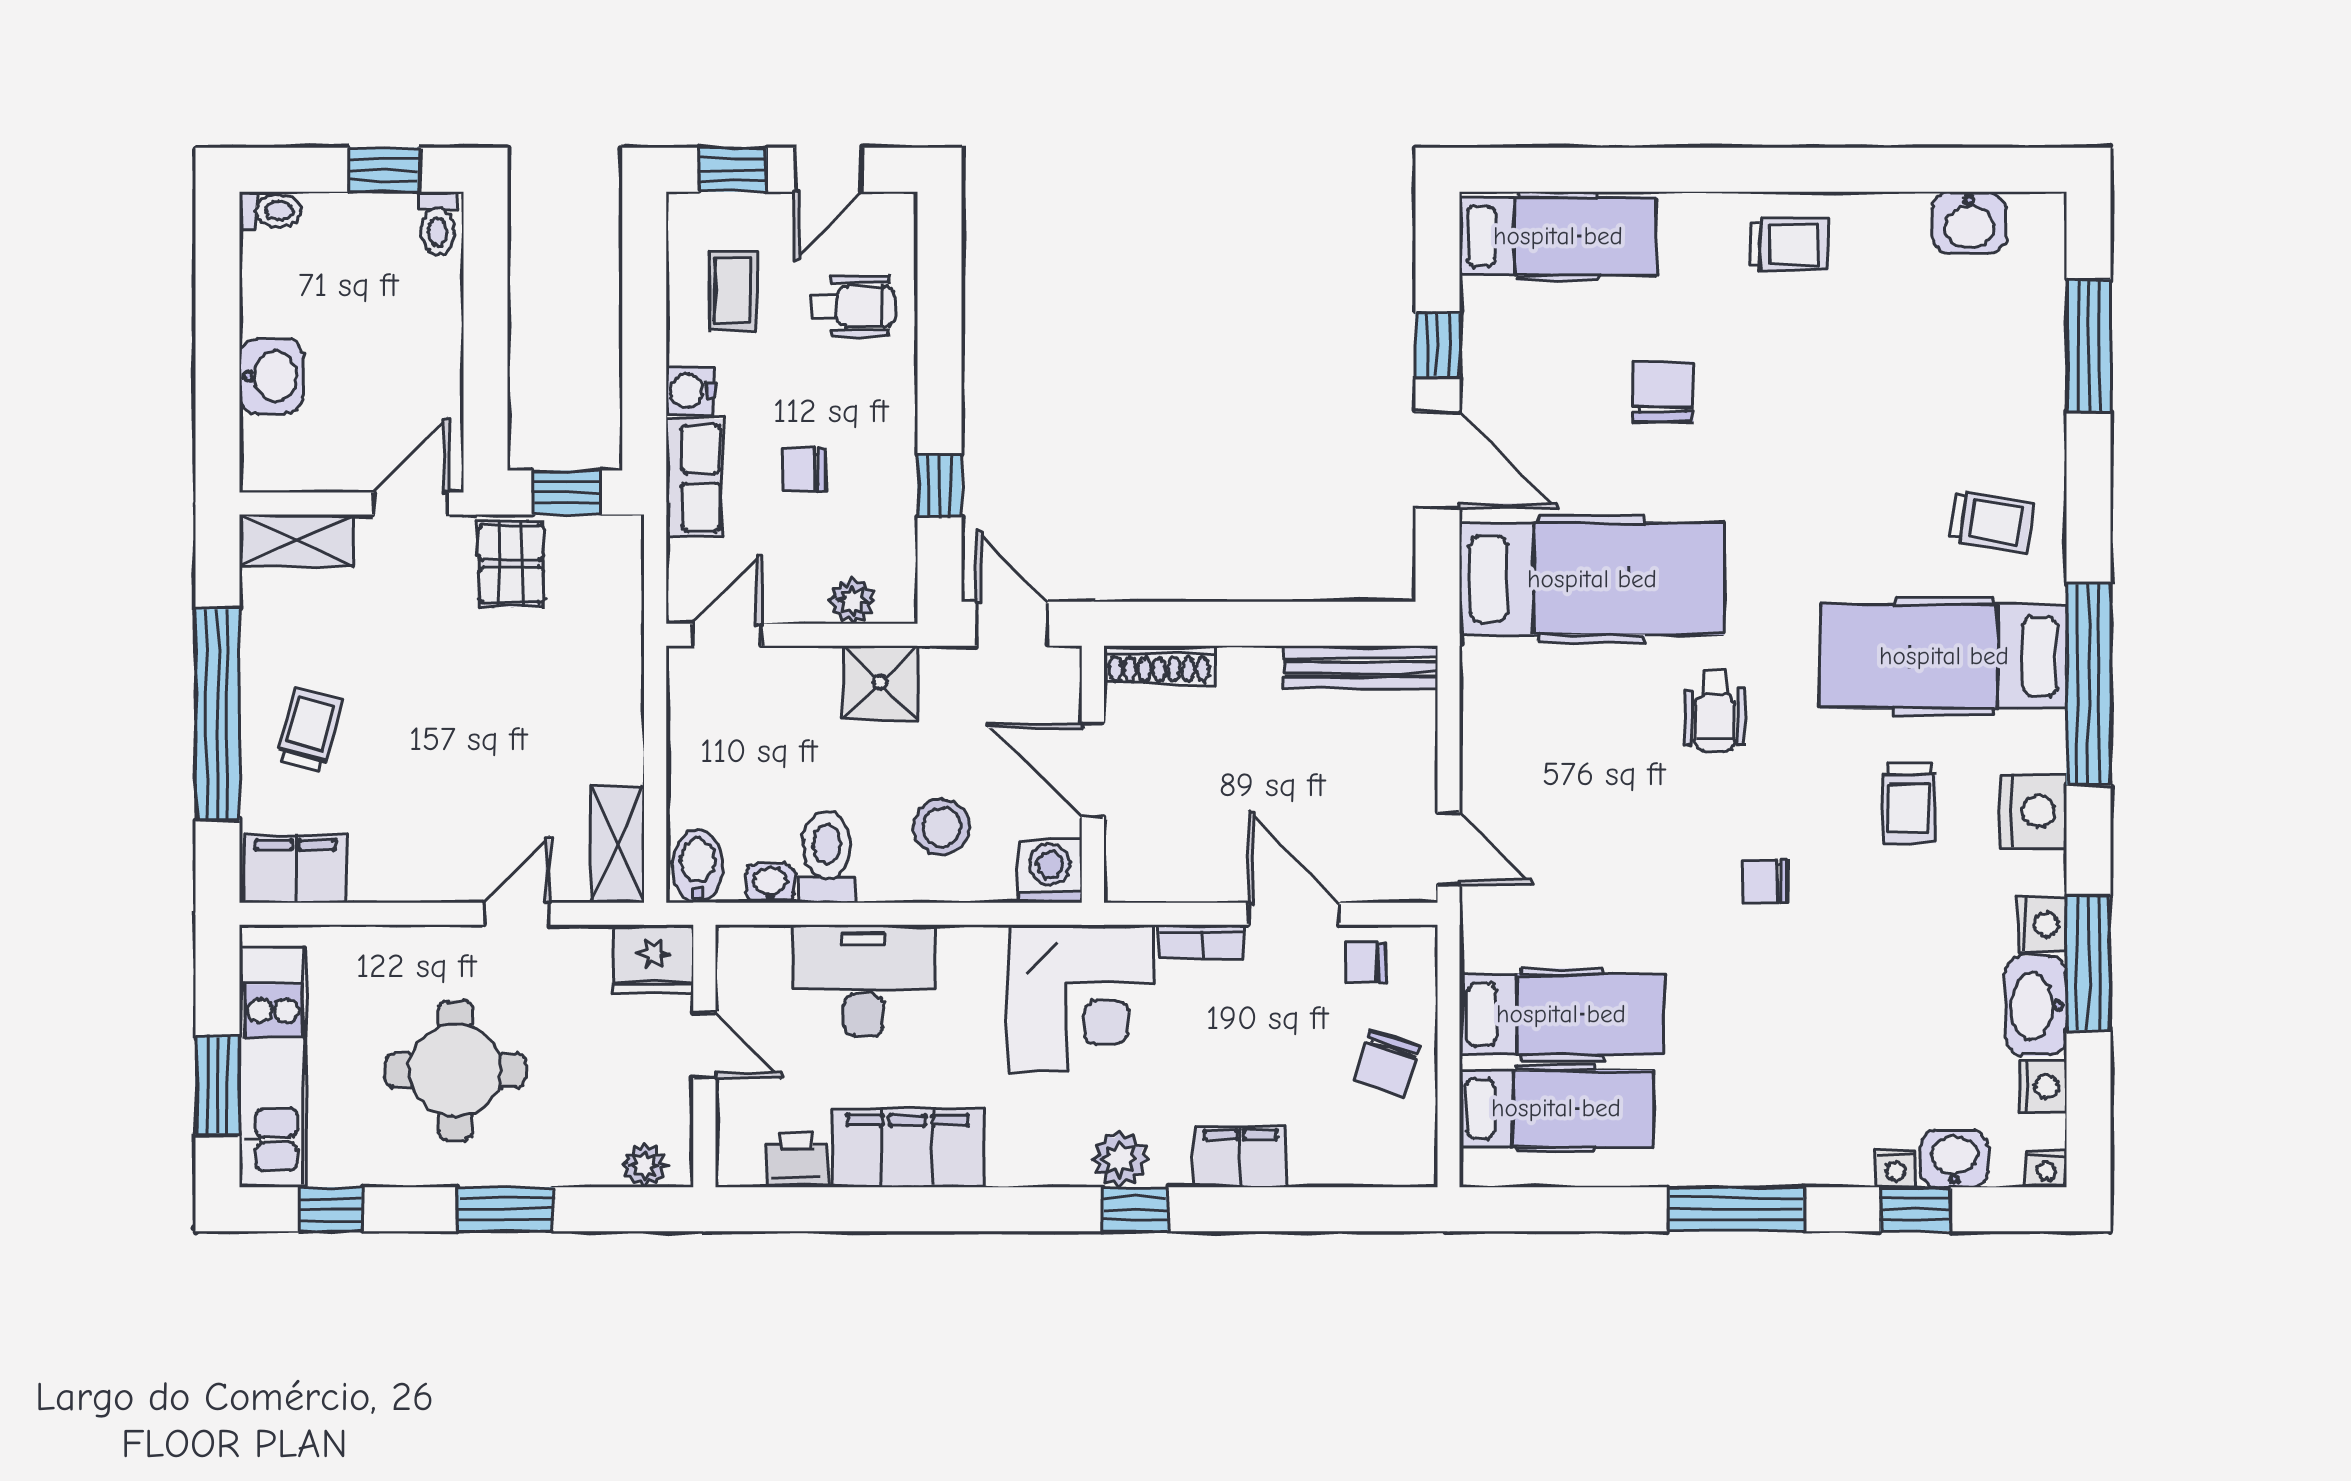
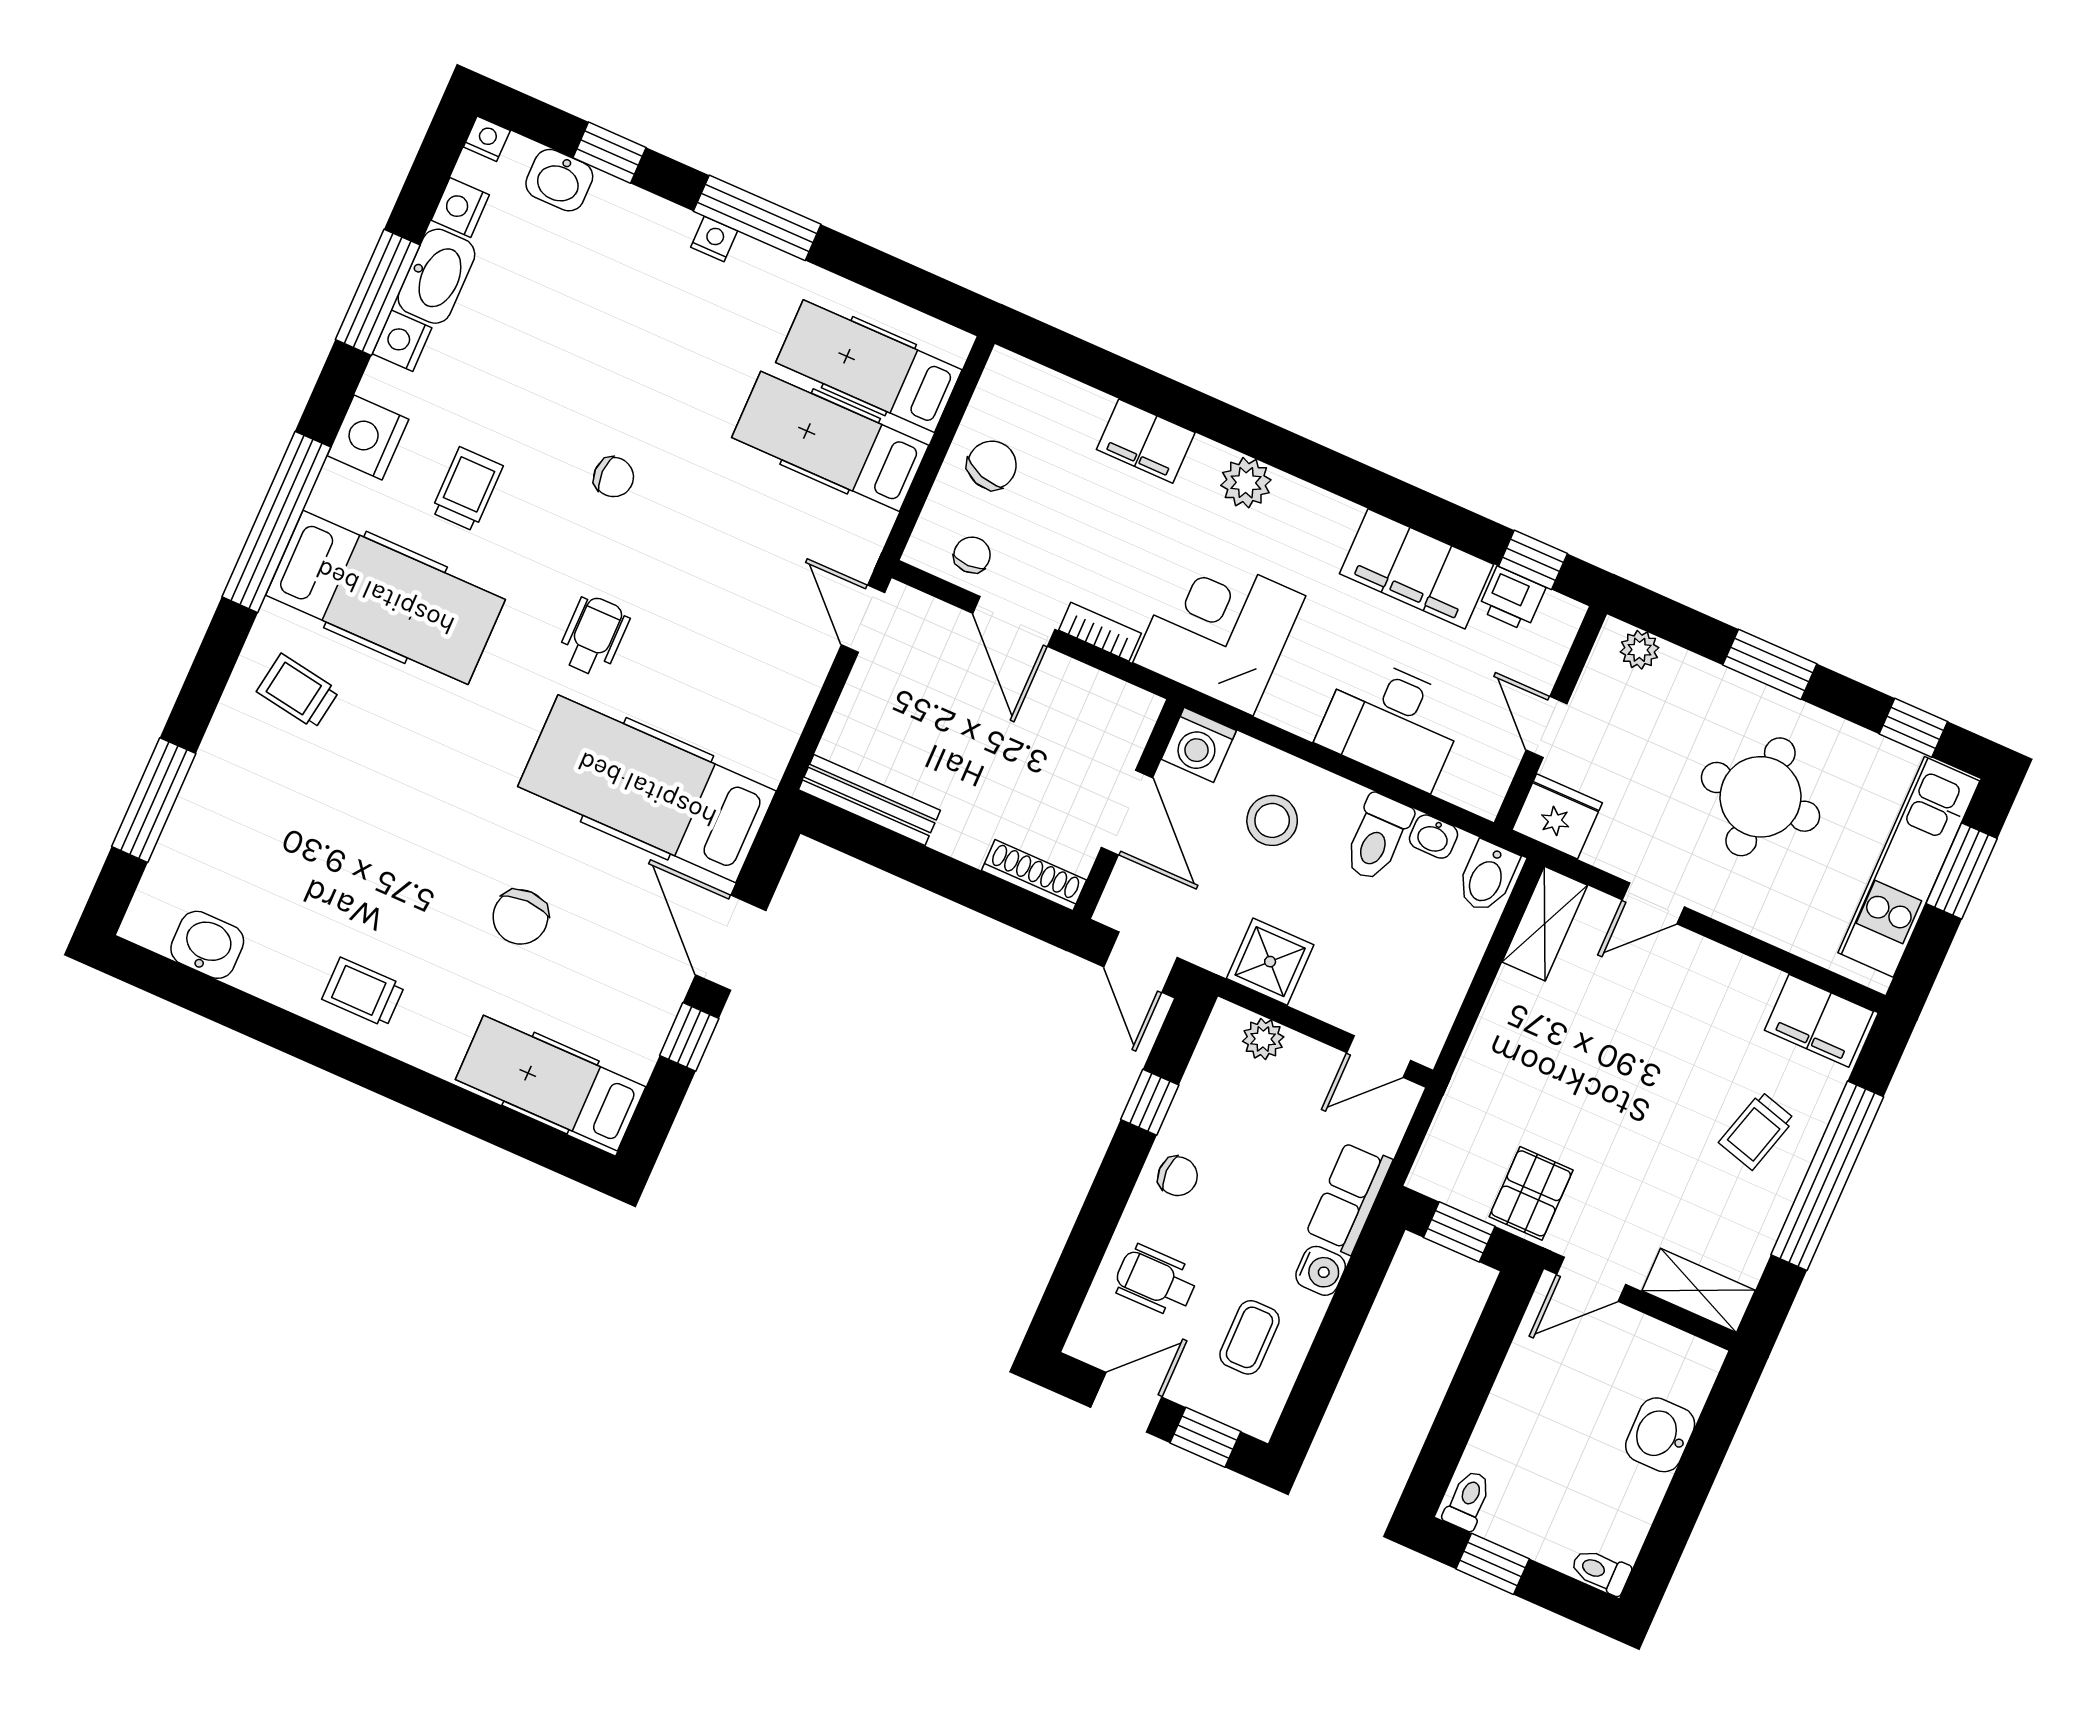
chair: (804, 470) -> (1178, 1176), moved
chair: (1366, 963) -> (972, 555), turned -90
nightstand: (1896, 1168) -> (714, 239), moved
window: (1136, 1209) -> (1533, 560), moved

